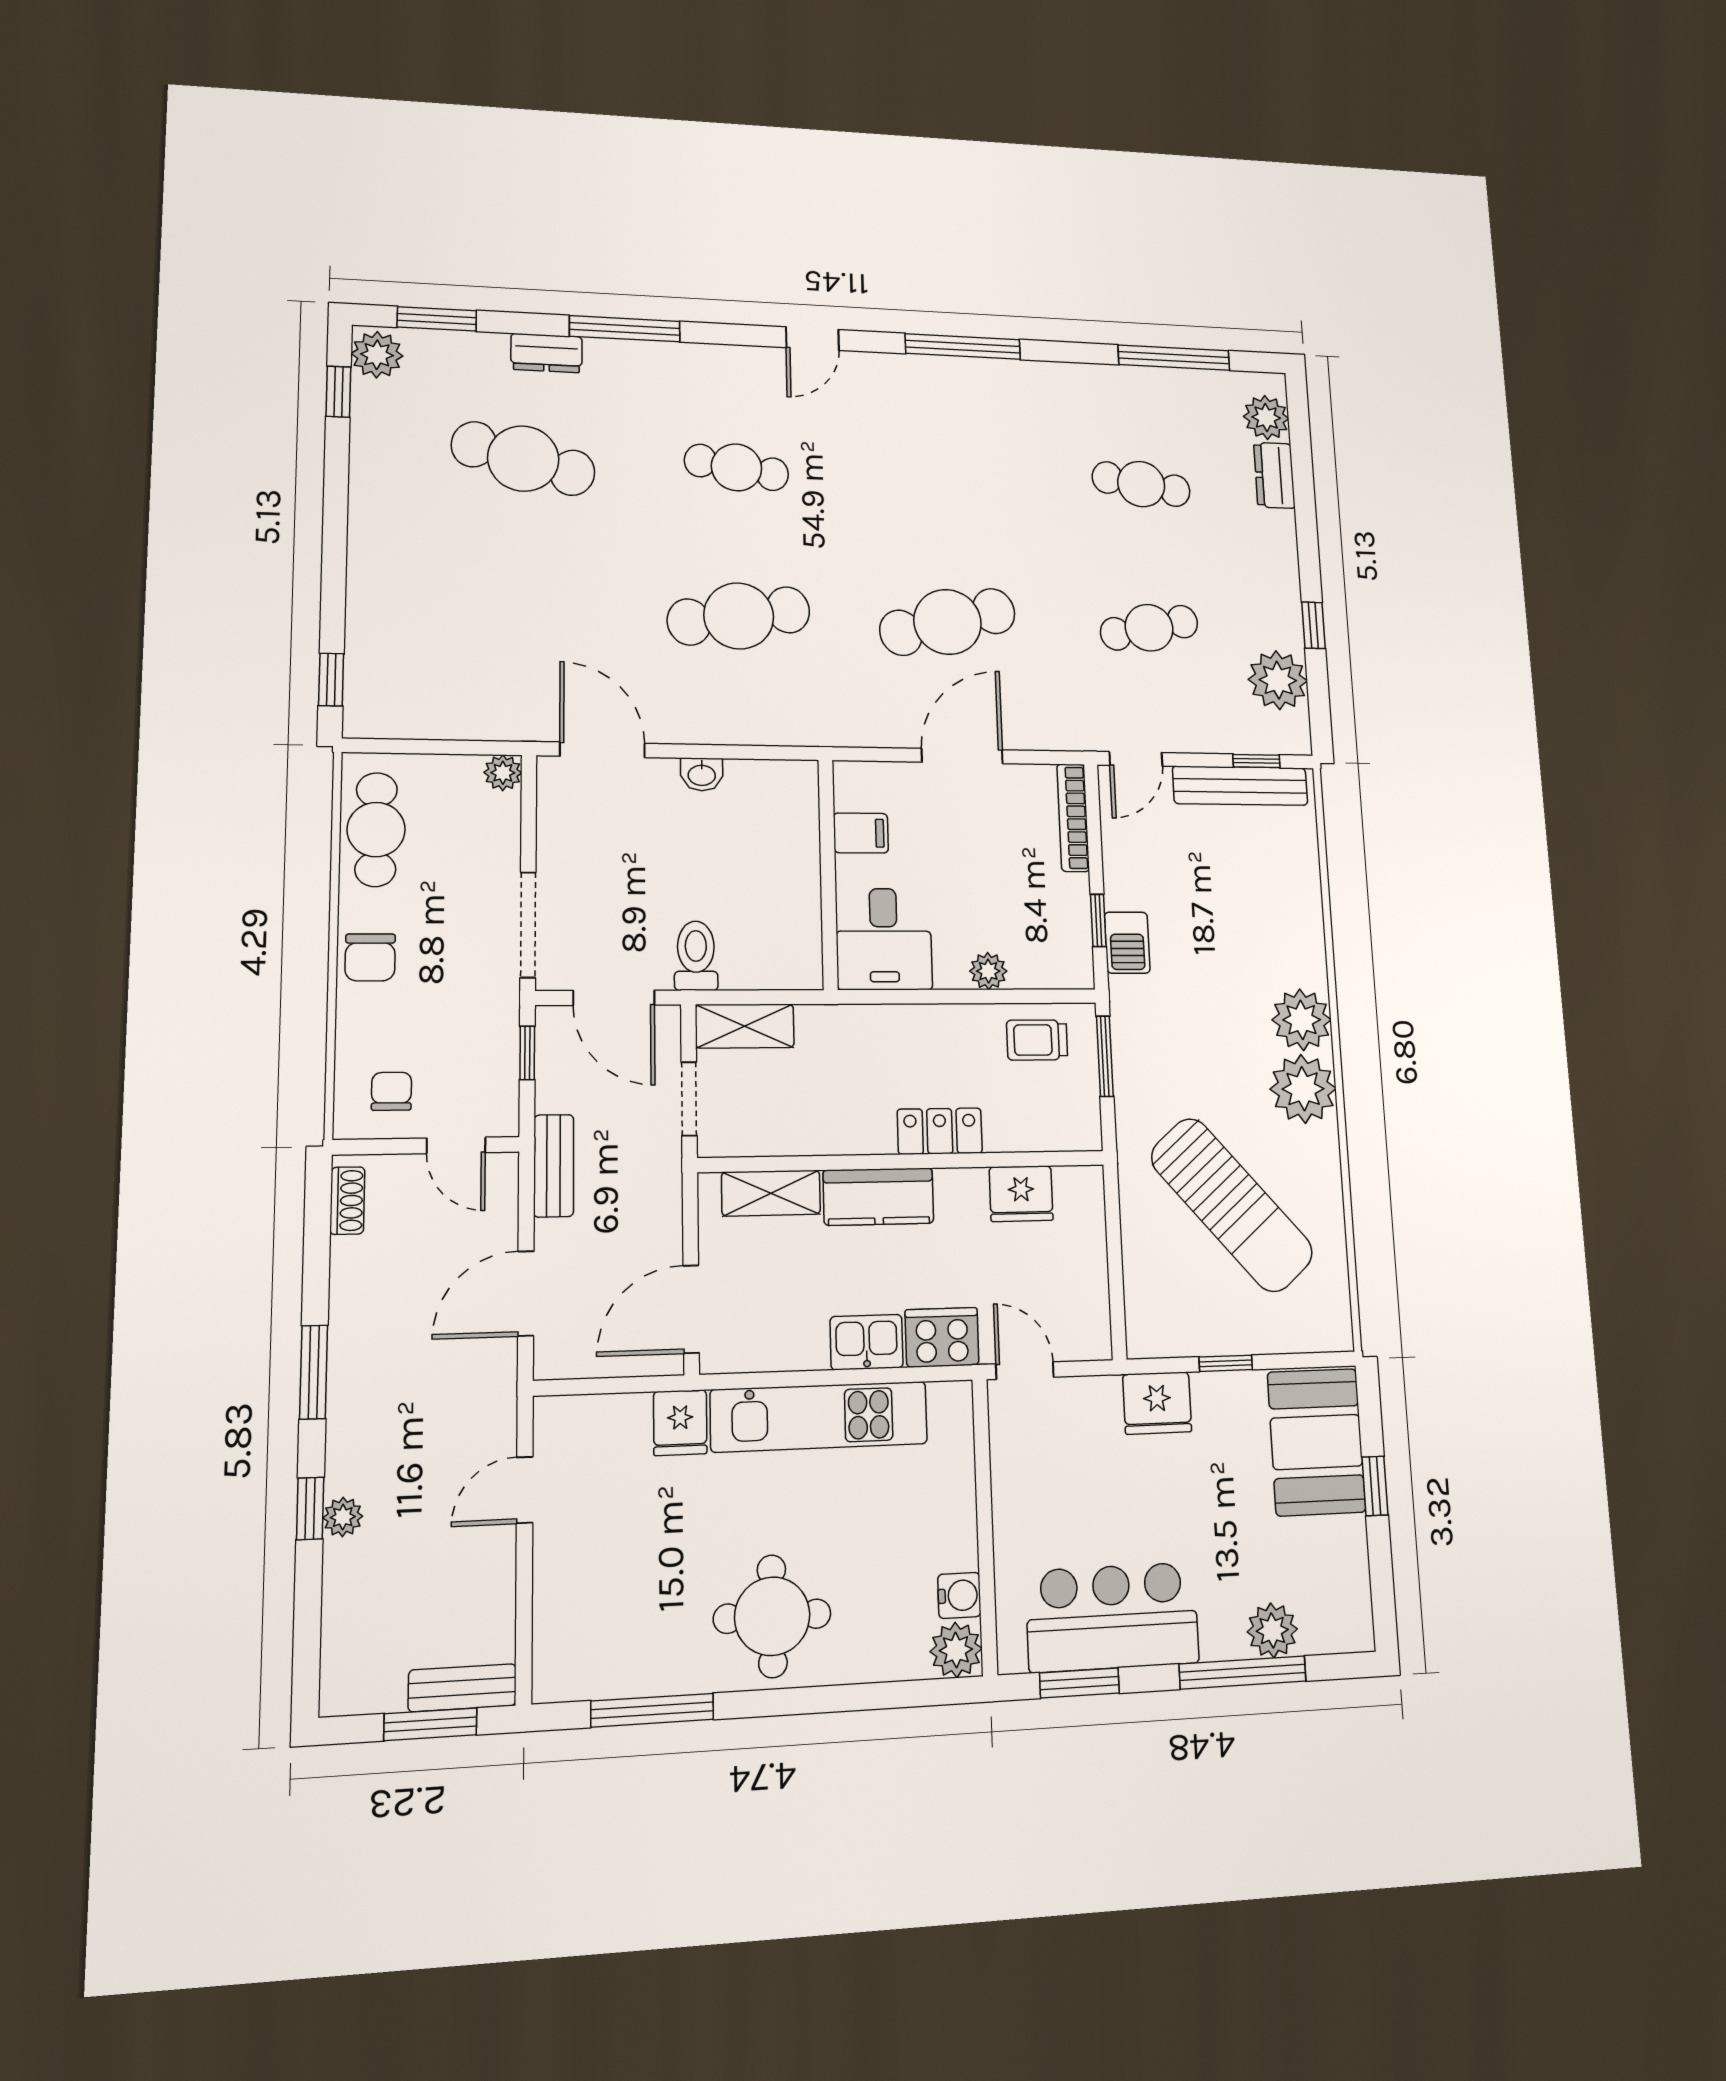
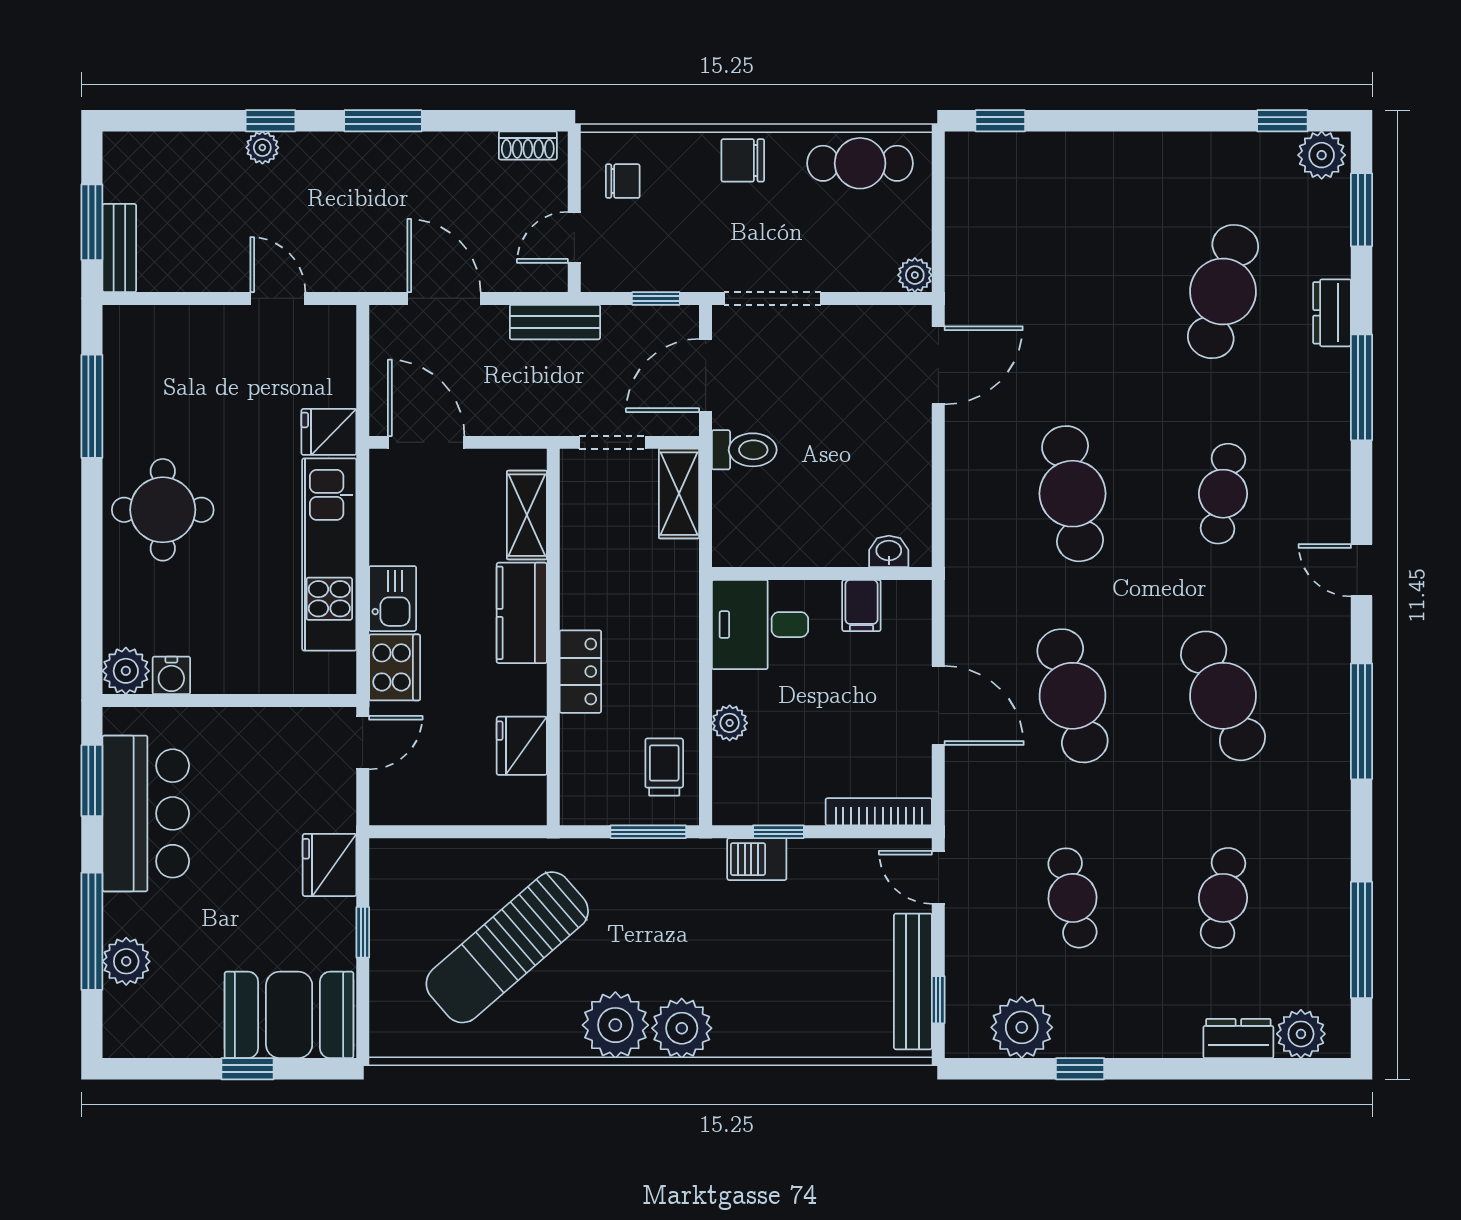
cafe table: (942, 476) -> (1223, 696), added
washbasin: (702, 774) -> (889, 551), moved, turned 90

